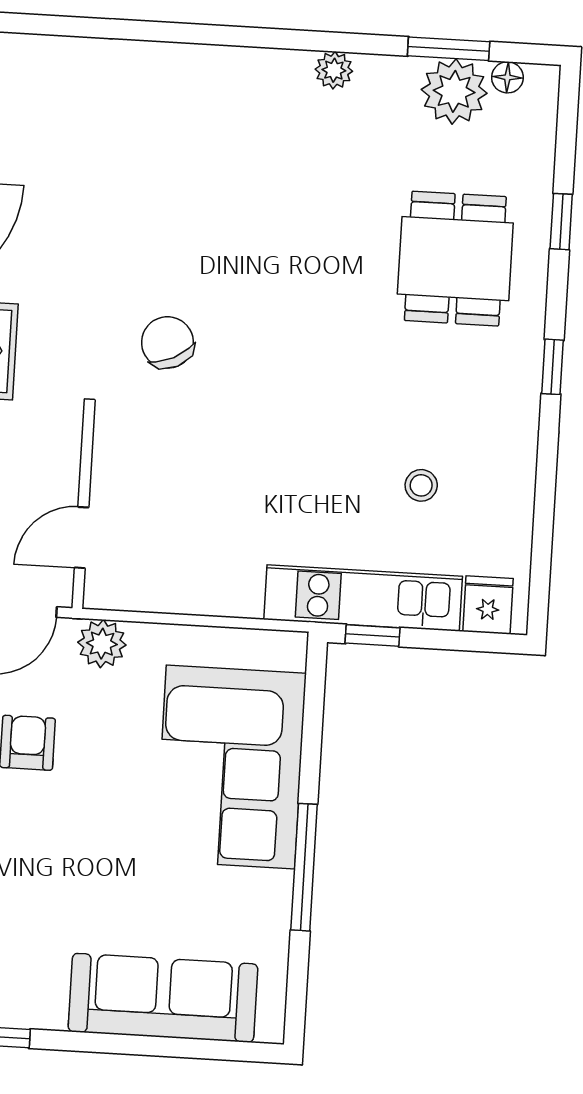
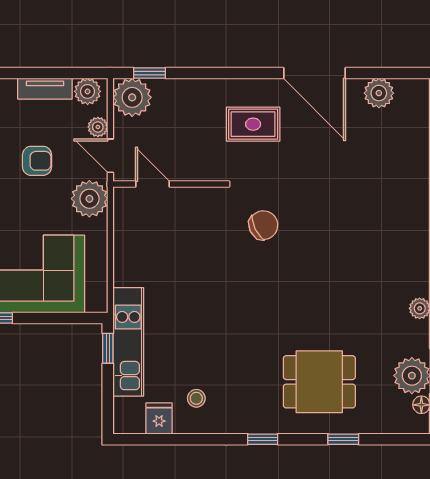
stool: (421, 485) -> (196, 398), moved
fridge: (488, 605) -> (159, 419), moved, turned -90
plant: (102, 644) -> (89, 199), width x1.36, depth x1.36

